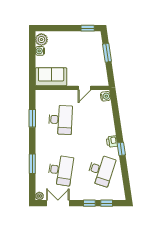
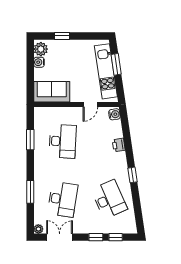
window: (88, 28) -> (62, 36), moved
kitchen unit: (98, 59) -> (106, 71), added
printer: (112, 141) -> (119, 145), moved
desk: (101, 170) -> (109, 199), turned -42

